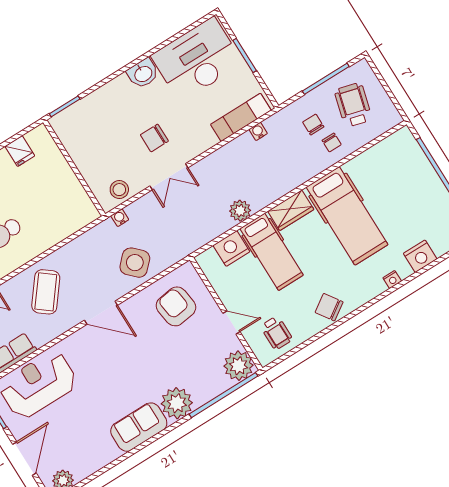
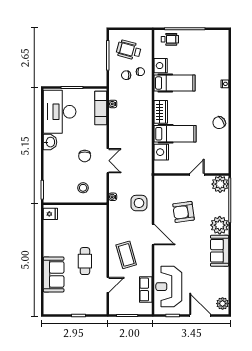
fridge: (20, 151) -> (50, 214), moved
stool: (119, 190) -> (83, 188), moved
plant: (240, 211) -> (146, 137), removed
hospital bed: (347, 216) -> (175, 83), width x0.73, depth x0.78
nightstand: (420, 256) -> (161, 66), moved, turned 180
side table: (135, 263) -> (139, 203), turned 45
coffee table: (46, 292) -> (126, 255), turned 36
armchair: (176, 306) -> (183, 212), moved
door: (101, 313) -> (153, 235), hinge flipped
wheelchair: (276, 333) -> (170, 39), moved

